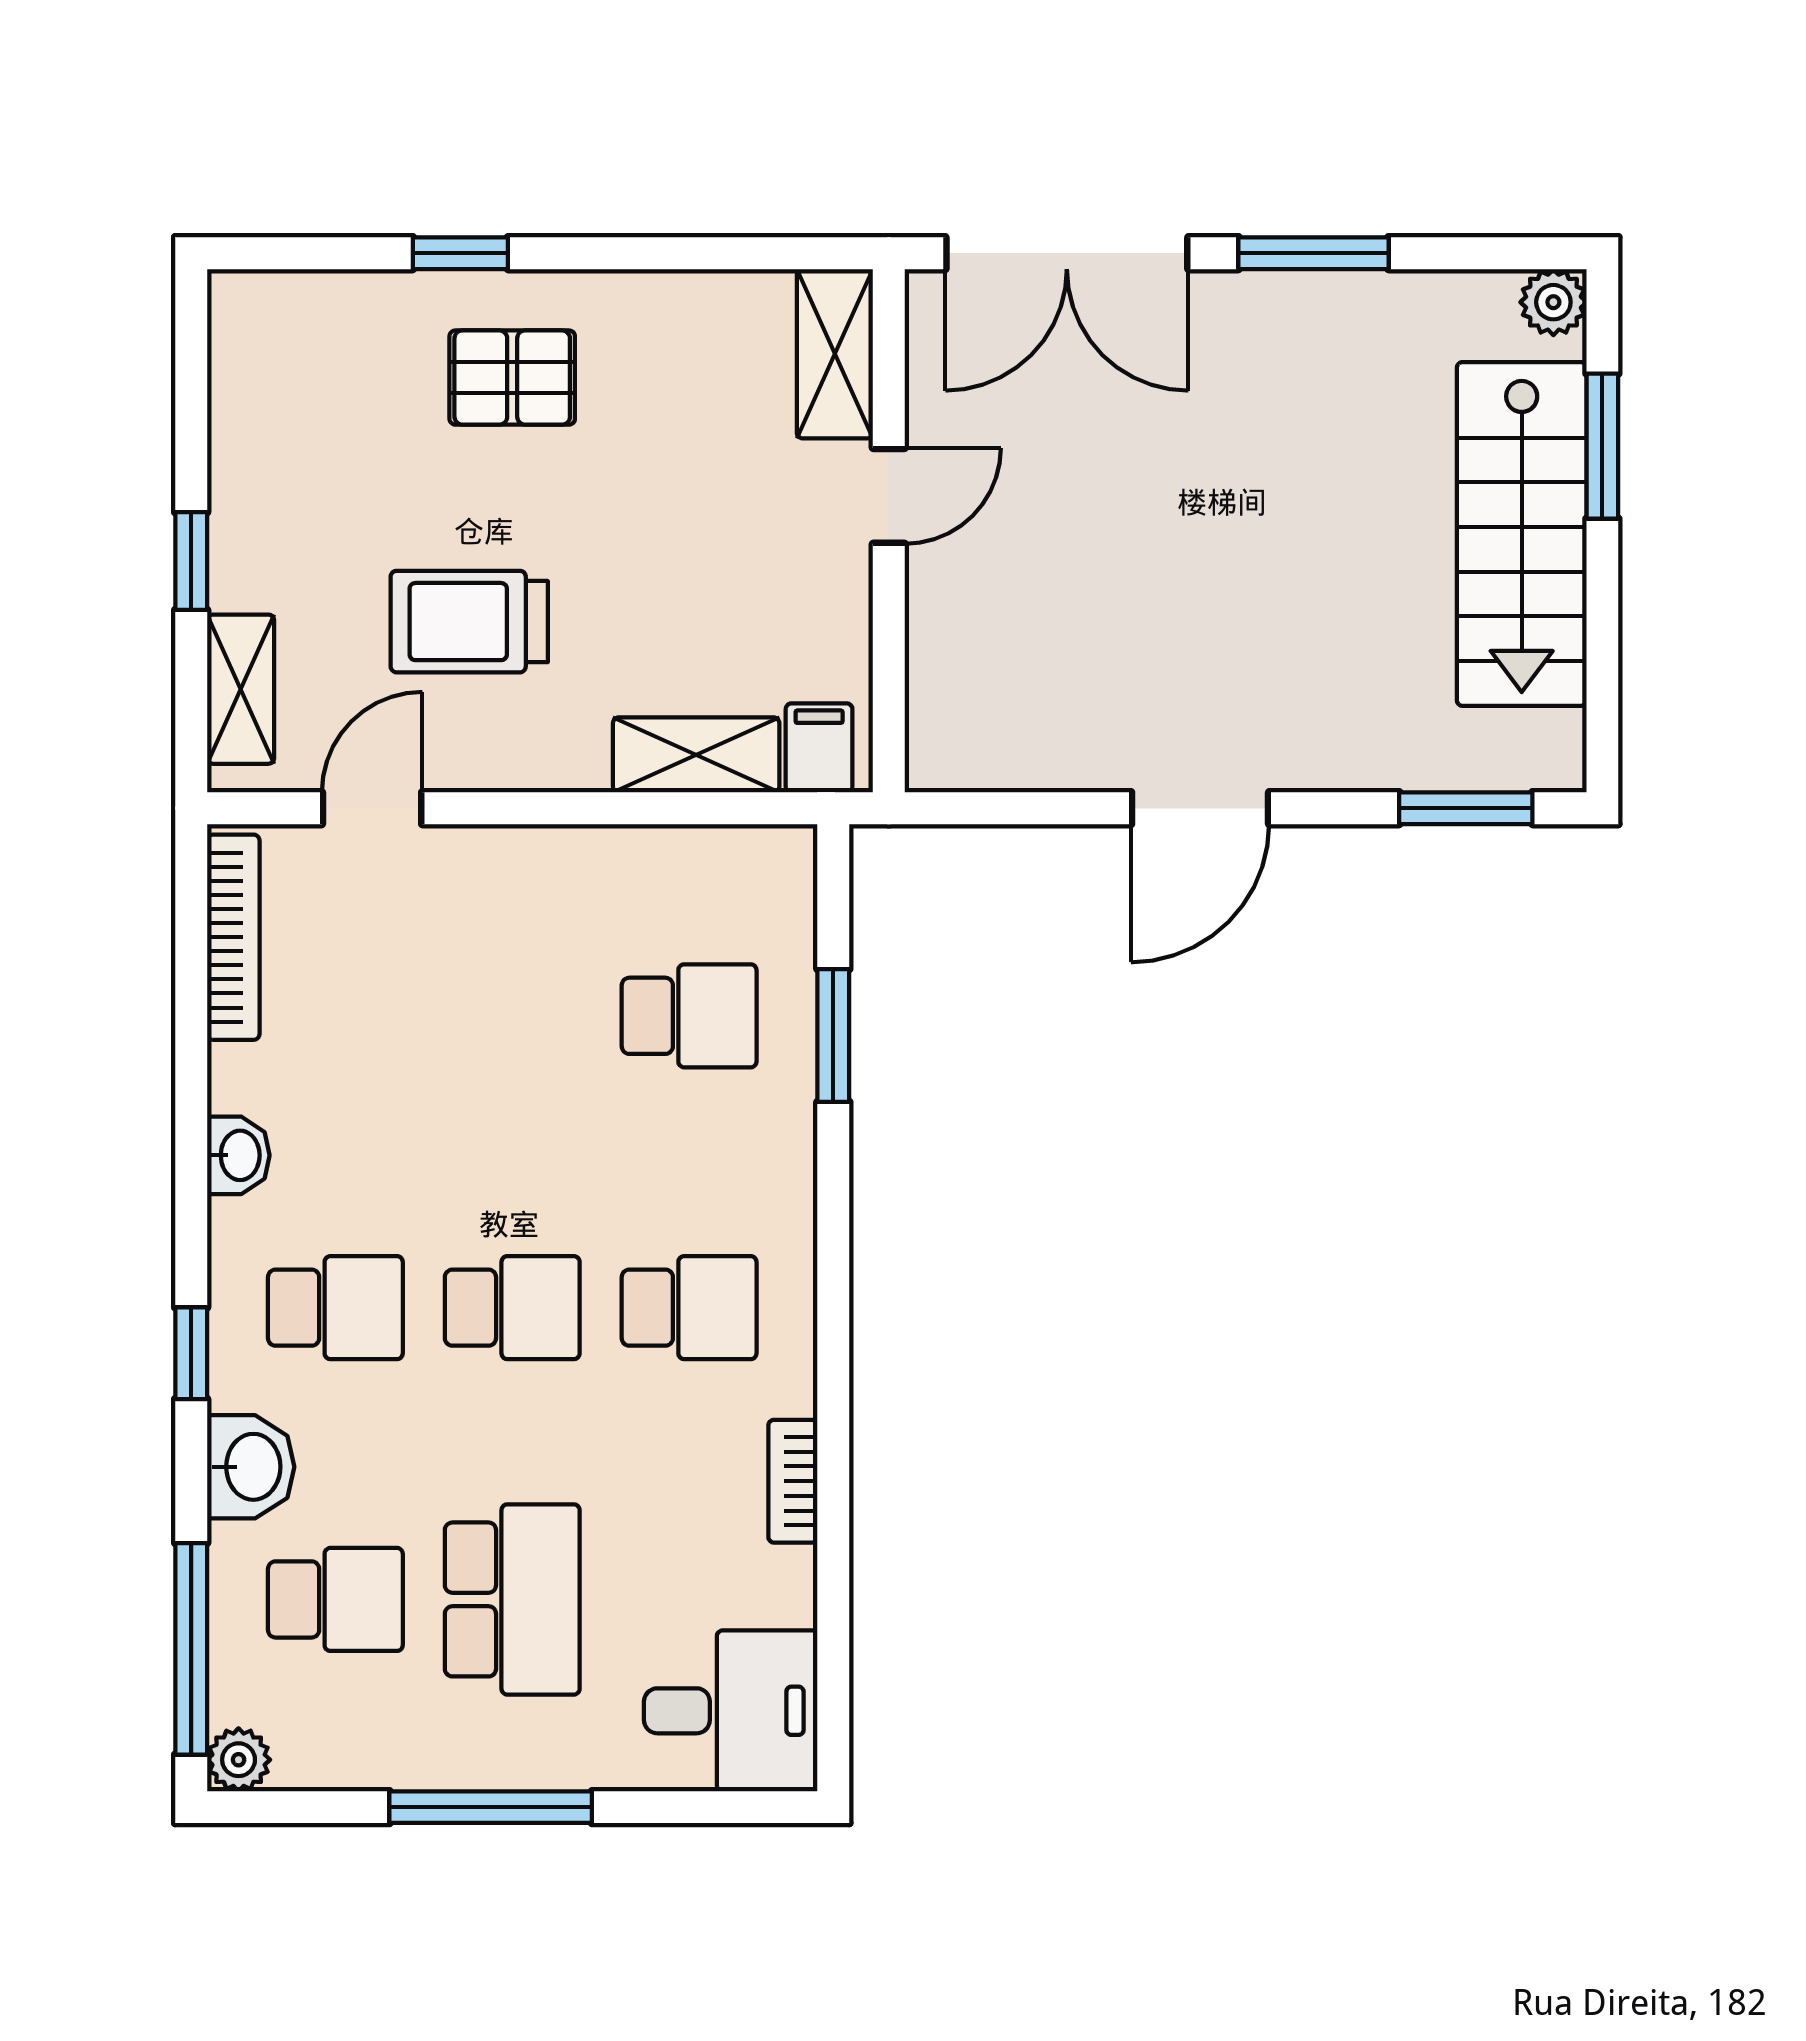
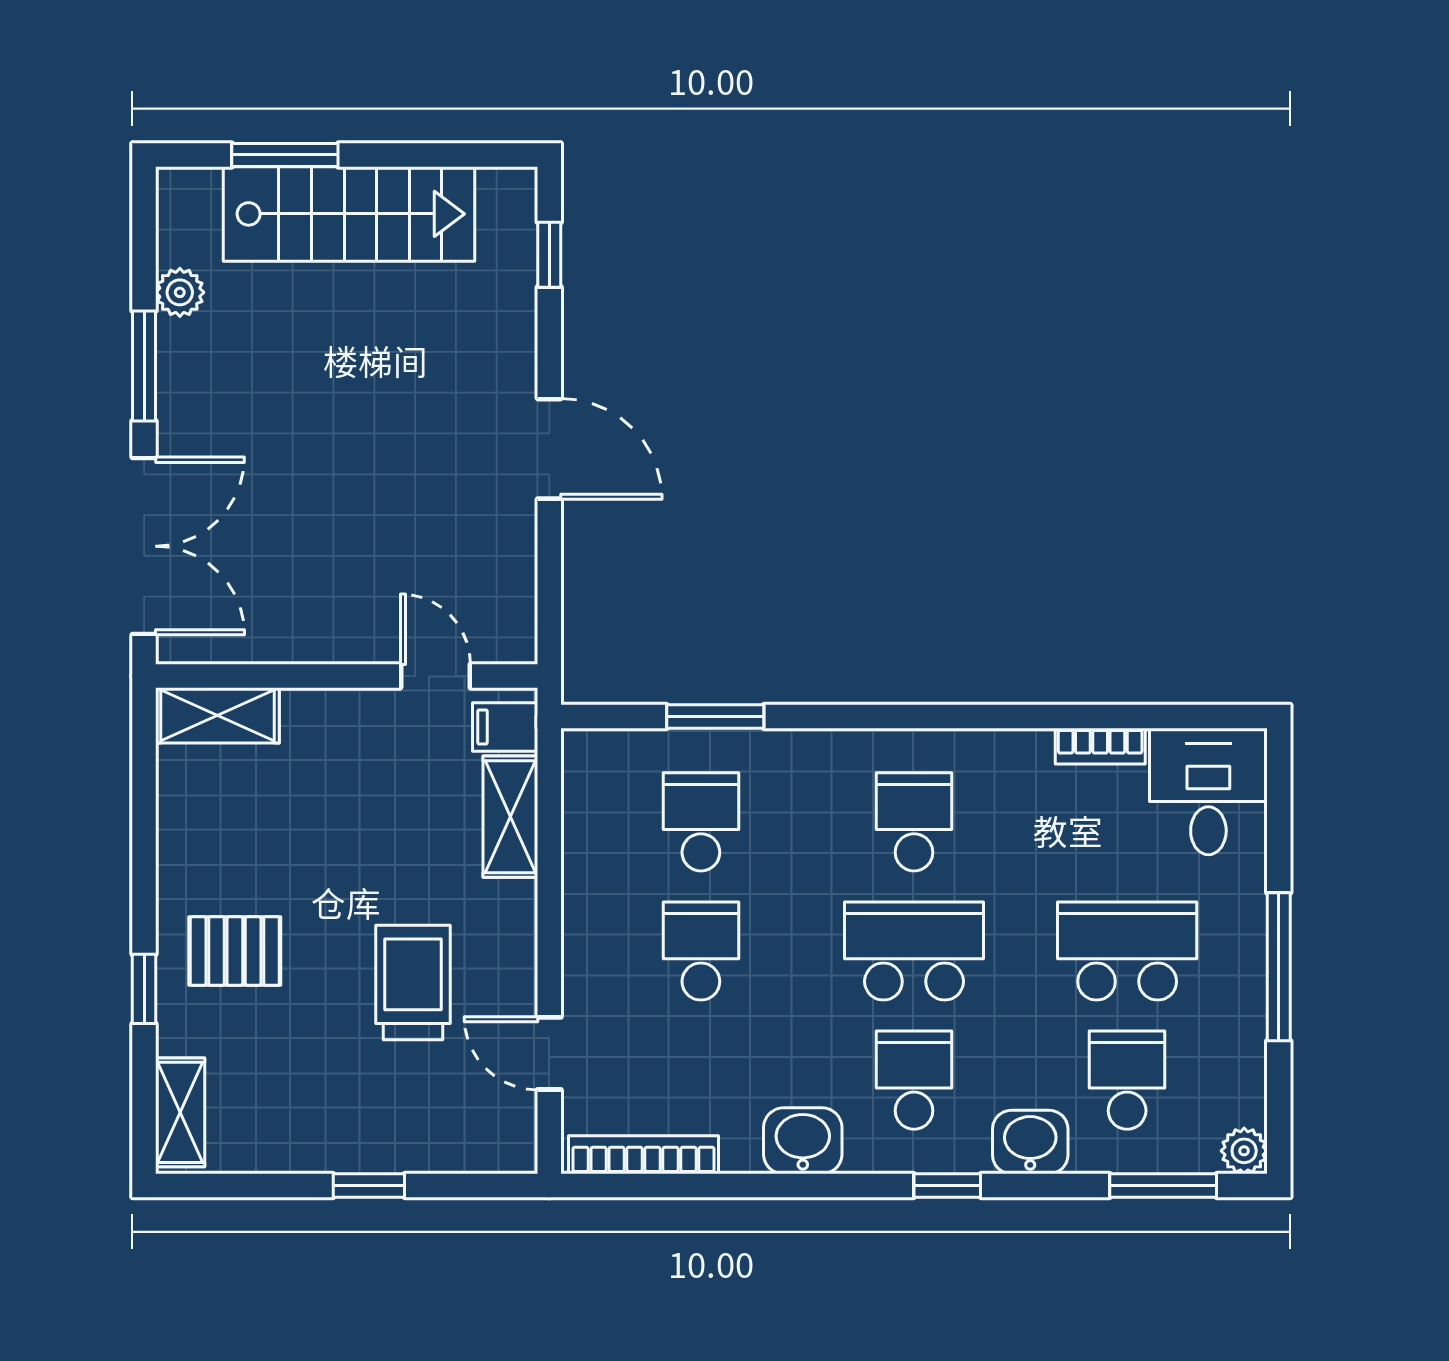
plant: (1553, 302) -> (180, 292), moved
pallet: (512, 378) -> (235, 951), turned 90
door: (889, 496) -> (435, 676), moved
trolley: (469, 622) -> (413, 982), turned 180
shelving: (241, 689) -> (180, 1112), moved, turned 90
window: (1466, 808) -> (549, 255), width x0.67
school desk: (512, 1016) -> (701, 951), added
washbasin: (238, 1155) -> (803, 1141), width x1.38, depth x1.45
school desk: (512, 1308) -> (914, 951), width x1.85
bookcase: (793, 1481) -> (1100, 746), moved
window: (191, 1649) -> (1163, 1185), width x0.69

